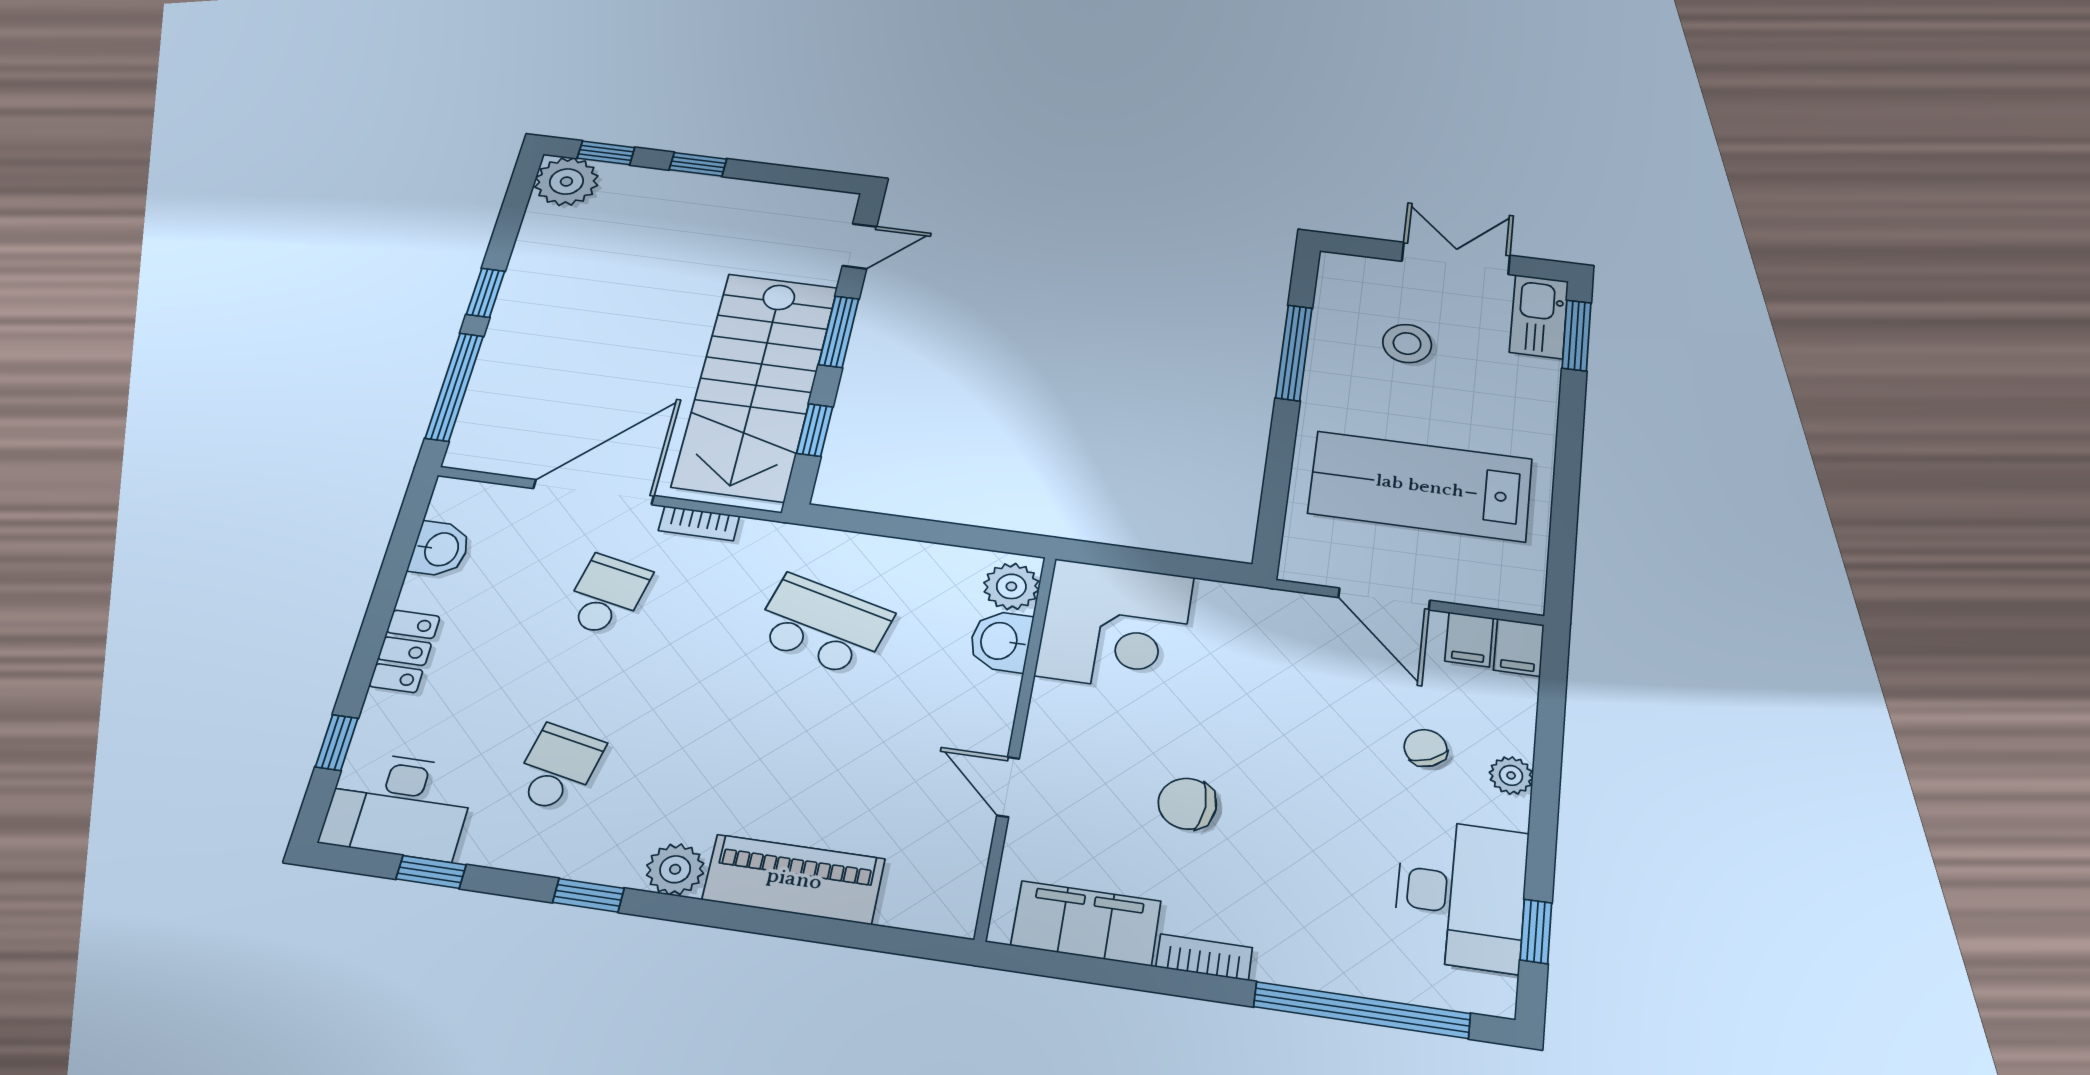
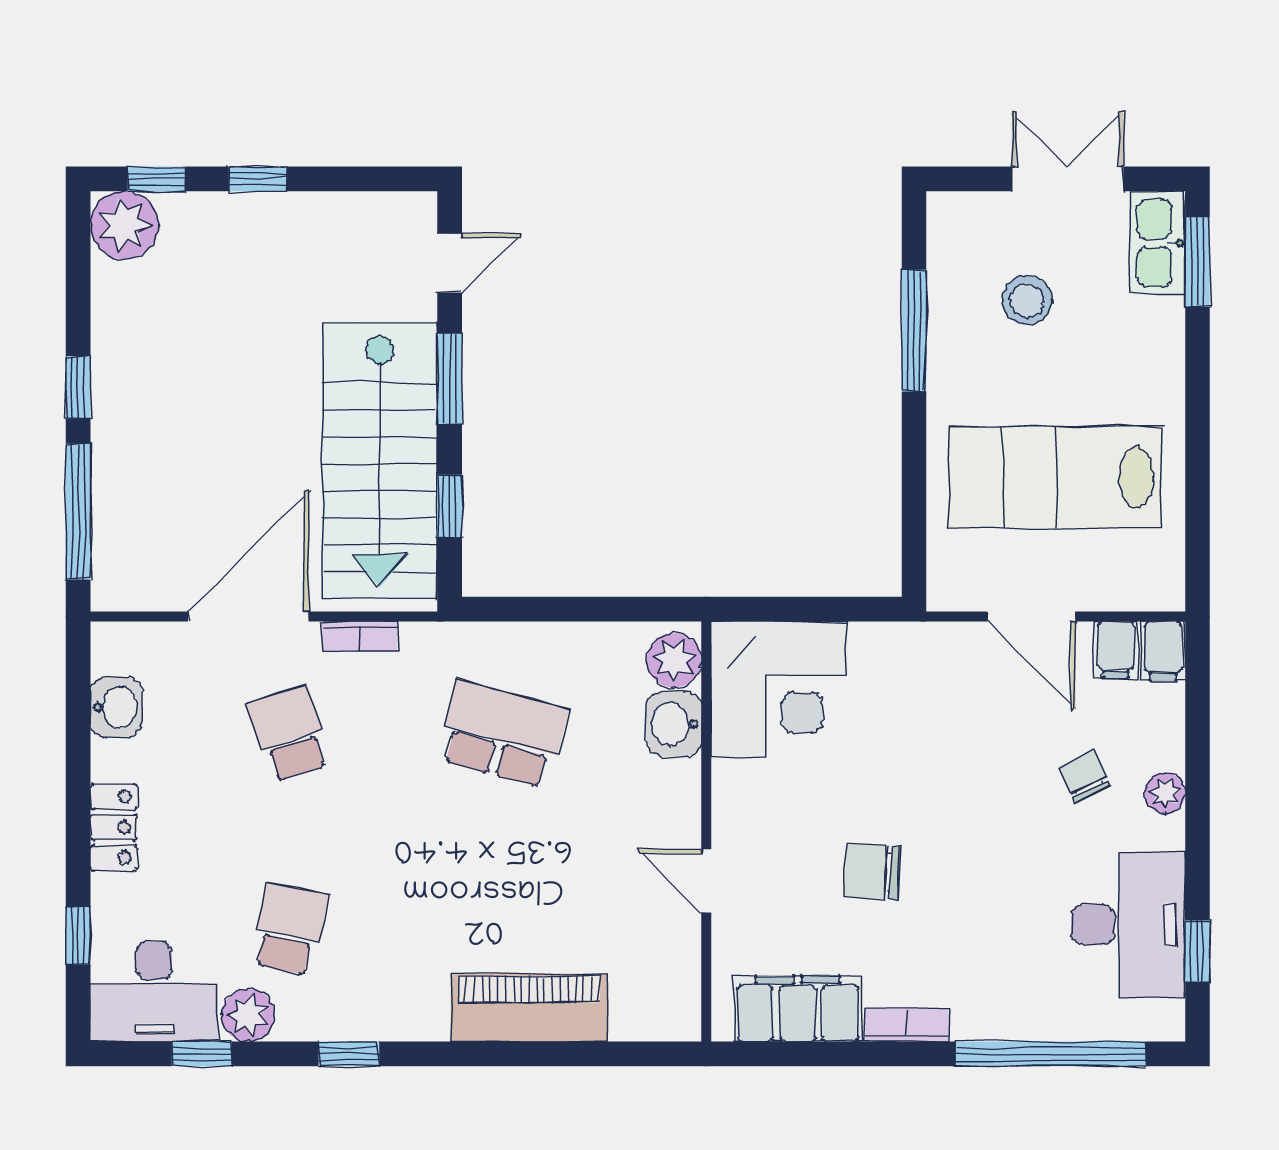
school desk: (607, 595) -> (289, 734), turned -30
plant: (675, 869) -> (248, 1015), moved

